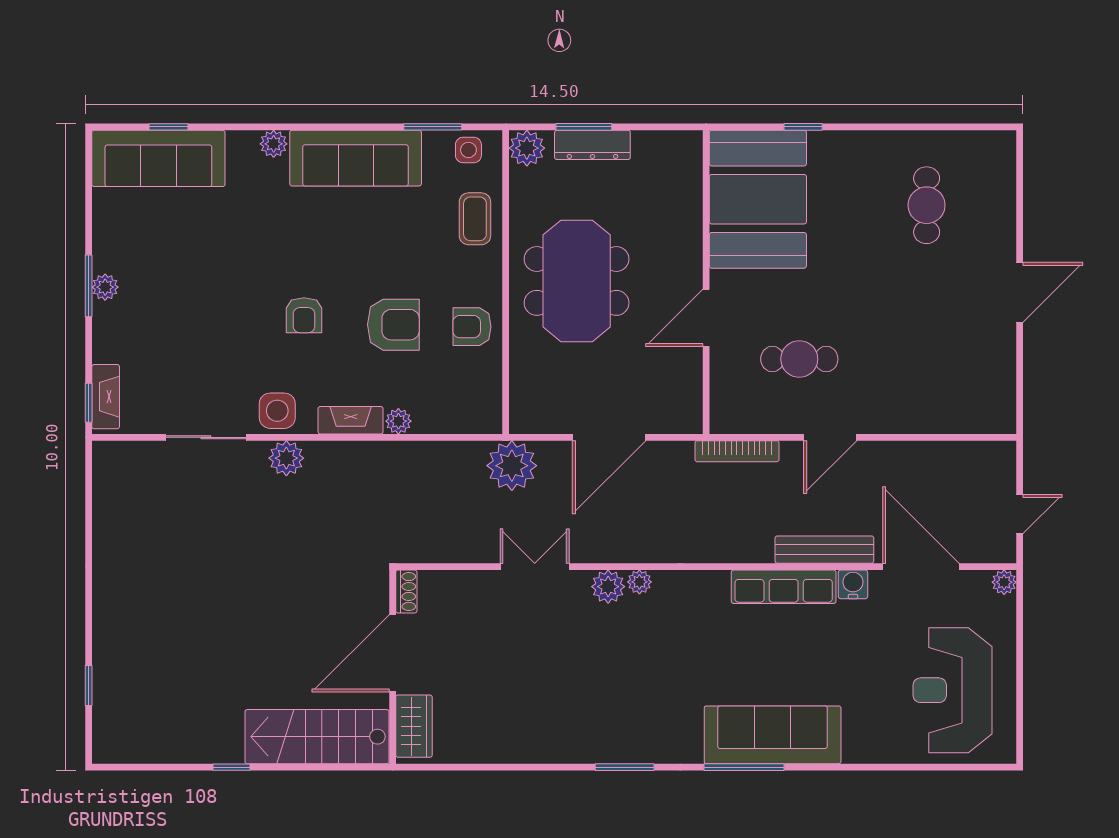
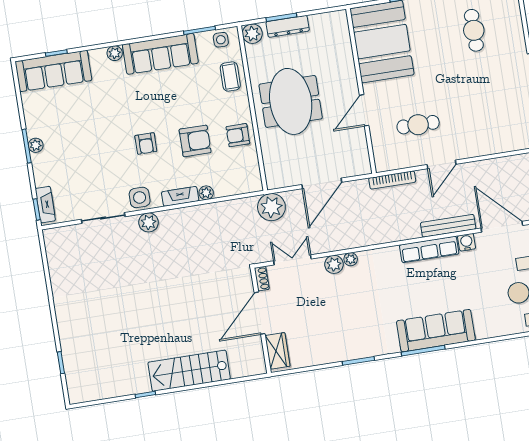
shoe rack: (406, 591) -> (262, 279), moved
door: (393, 653) -> (260, 313), moved
wall: (393, 667) -> (261, 321), moved
wardrobe: (414, 726) -> (278, 351), moved

